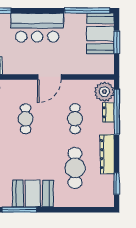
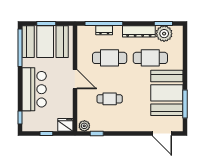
booth: (100, 34) -> (45, 42), width x1.36, depth x1.42
plant: (104, 92) -> (164, 34), moved
cafe table: (75, 119) -> (110, 58), width x1.37, depth x1.35
booth: (33, 194) -> (167, 93), width x1.36, depth x1.42

